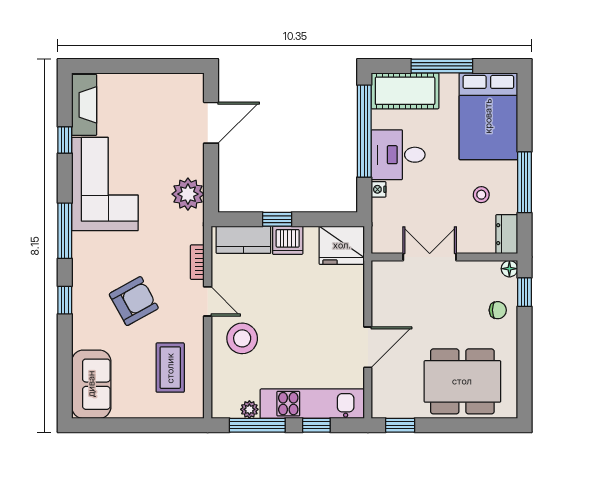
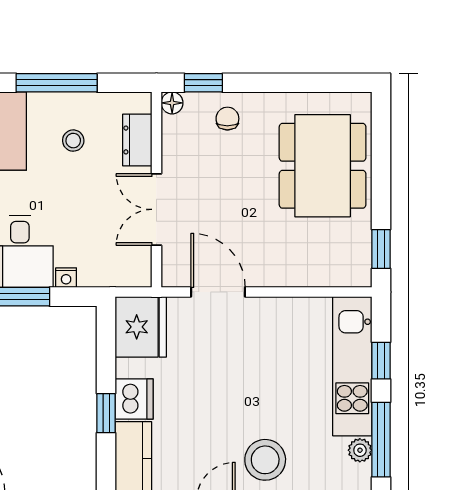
dresser: (507, 234) -> (137, 140), moved, turned 90
door: (368, 347) -> (218, 292), moved

